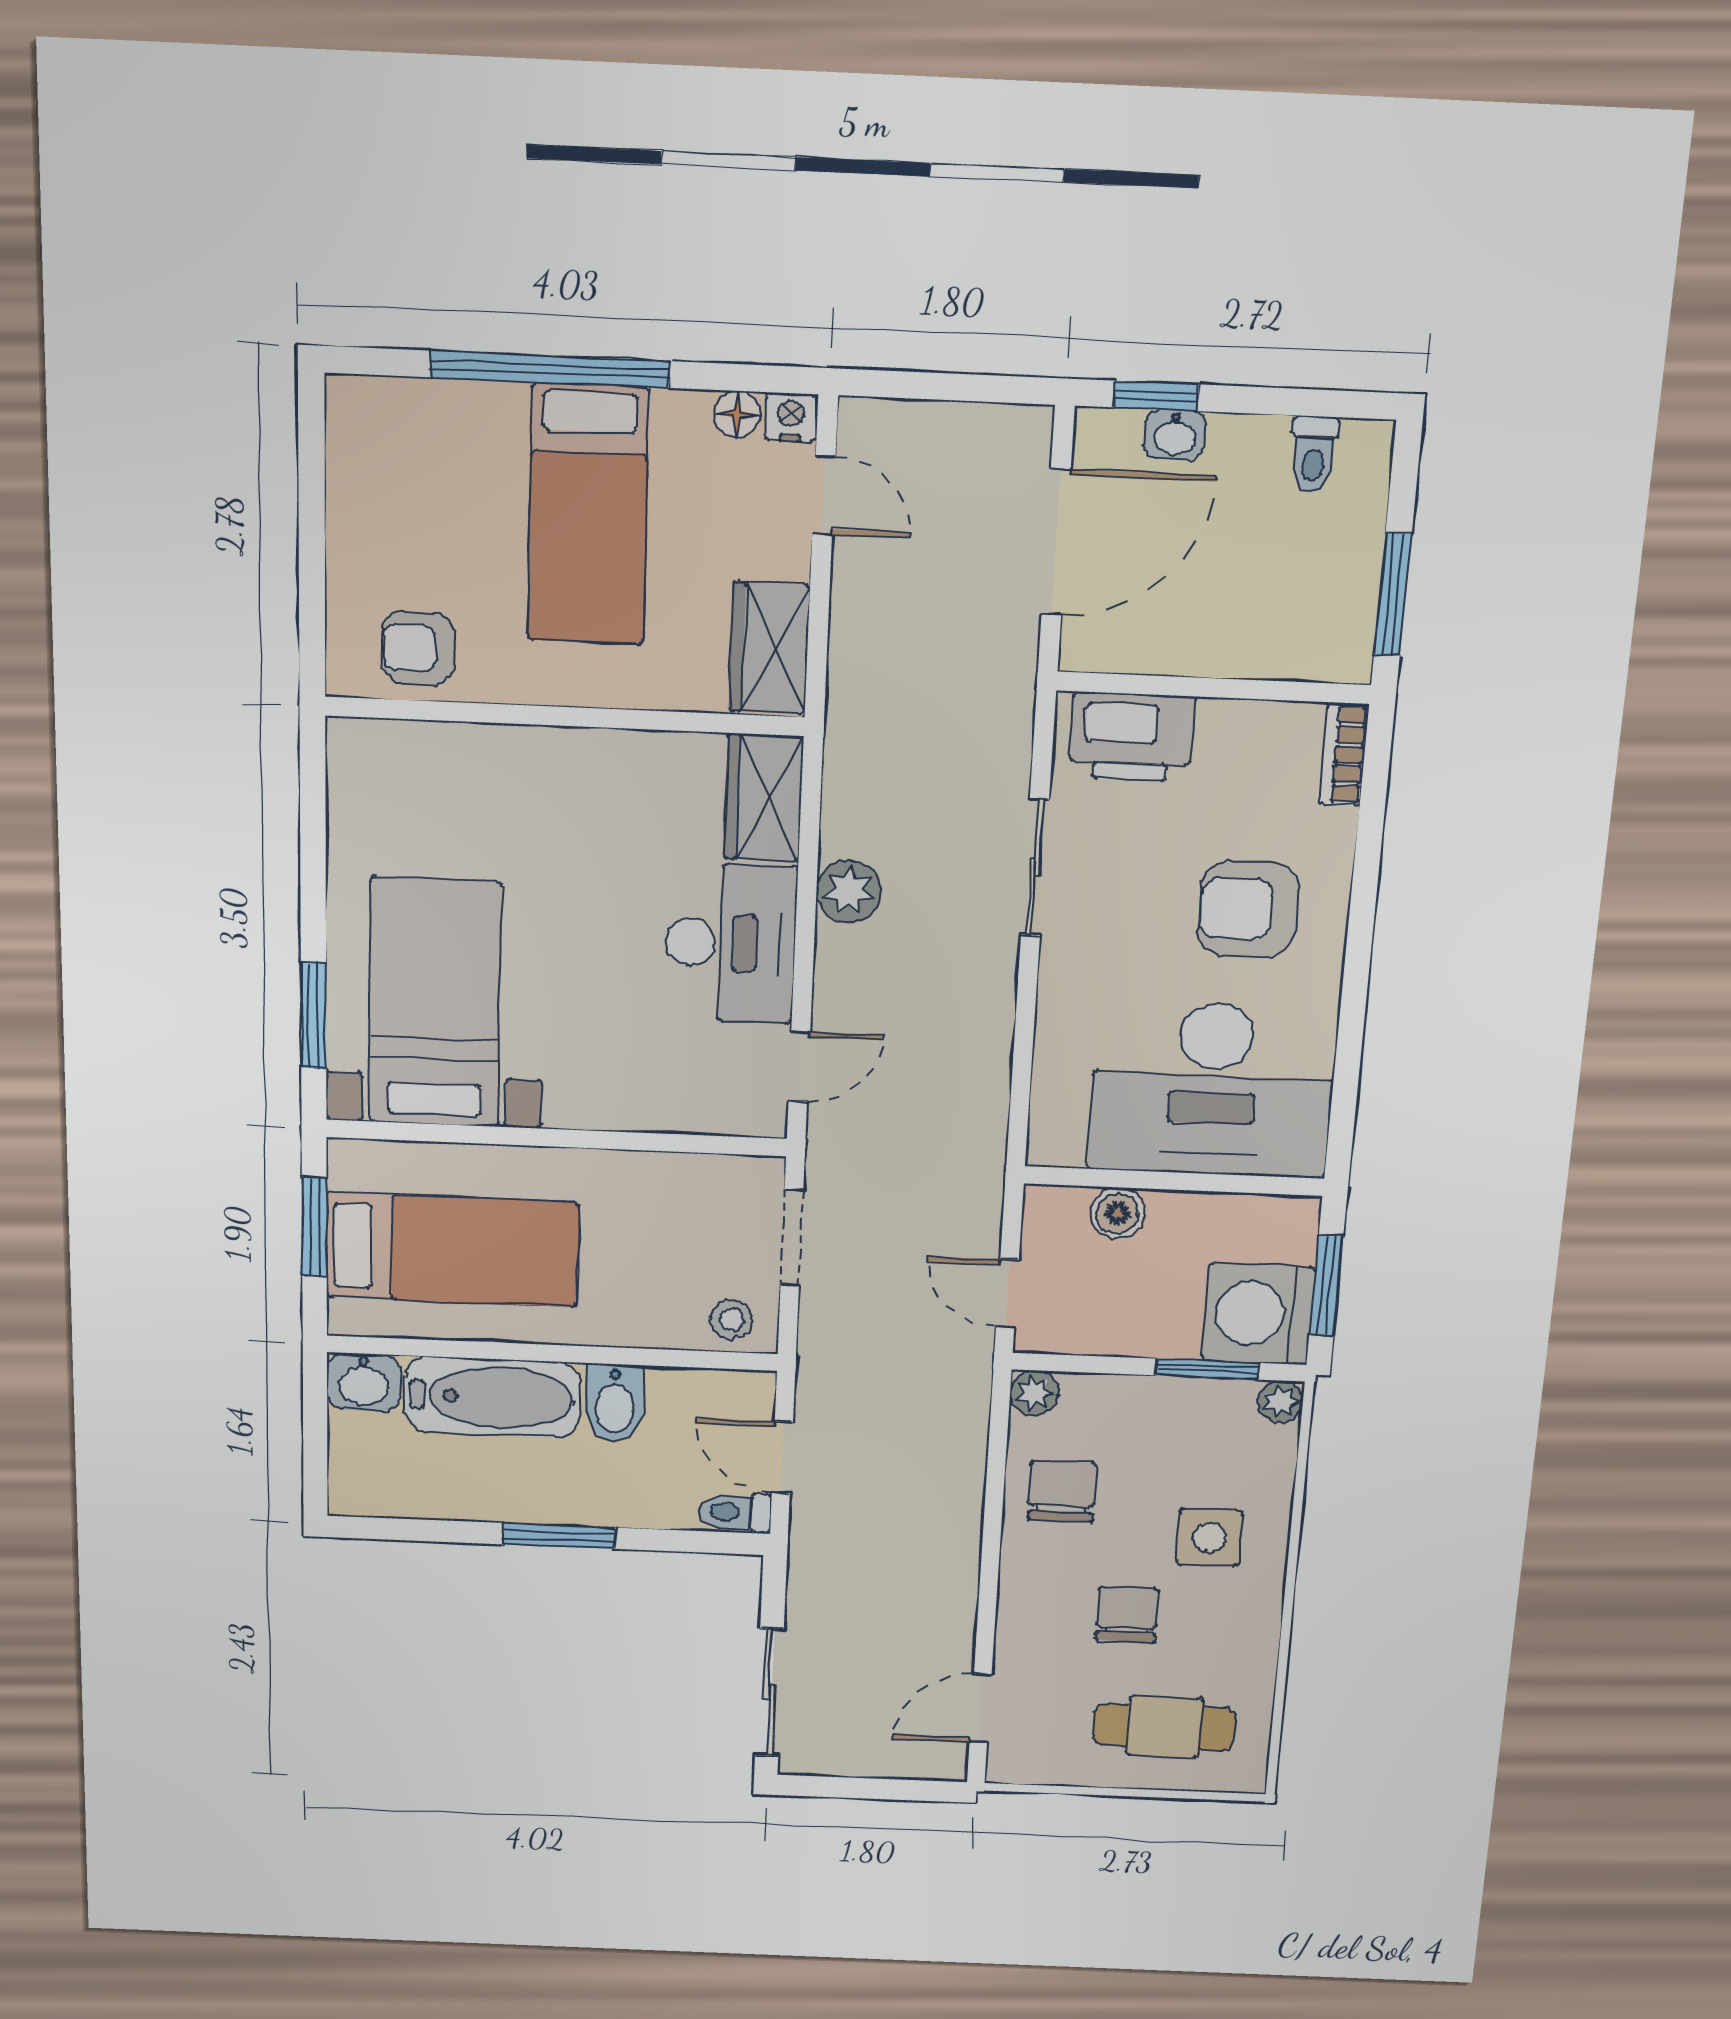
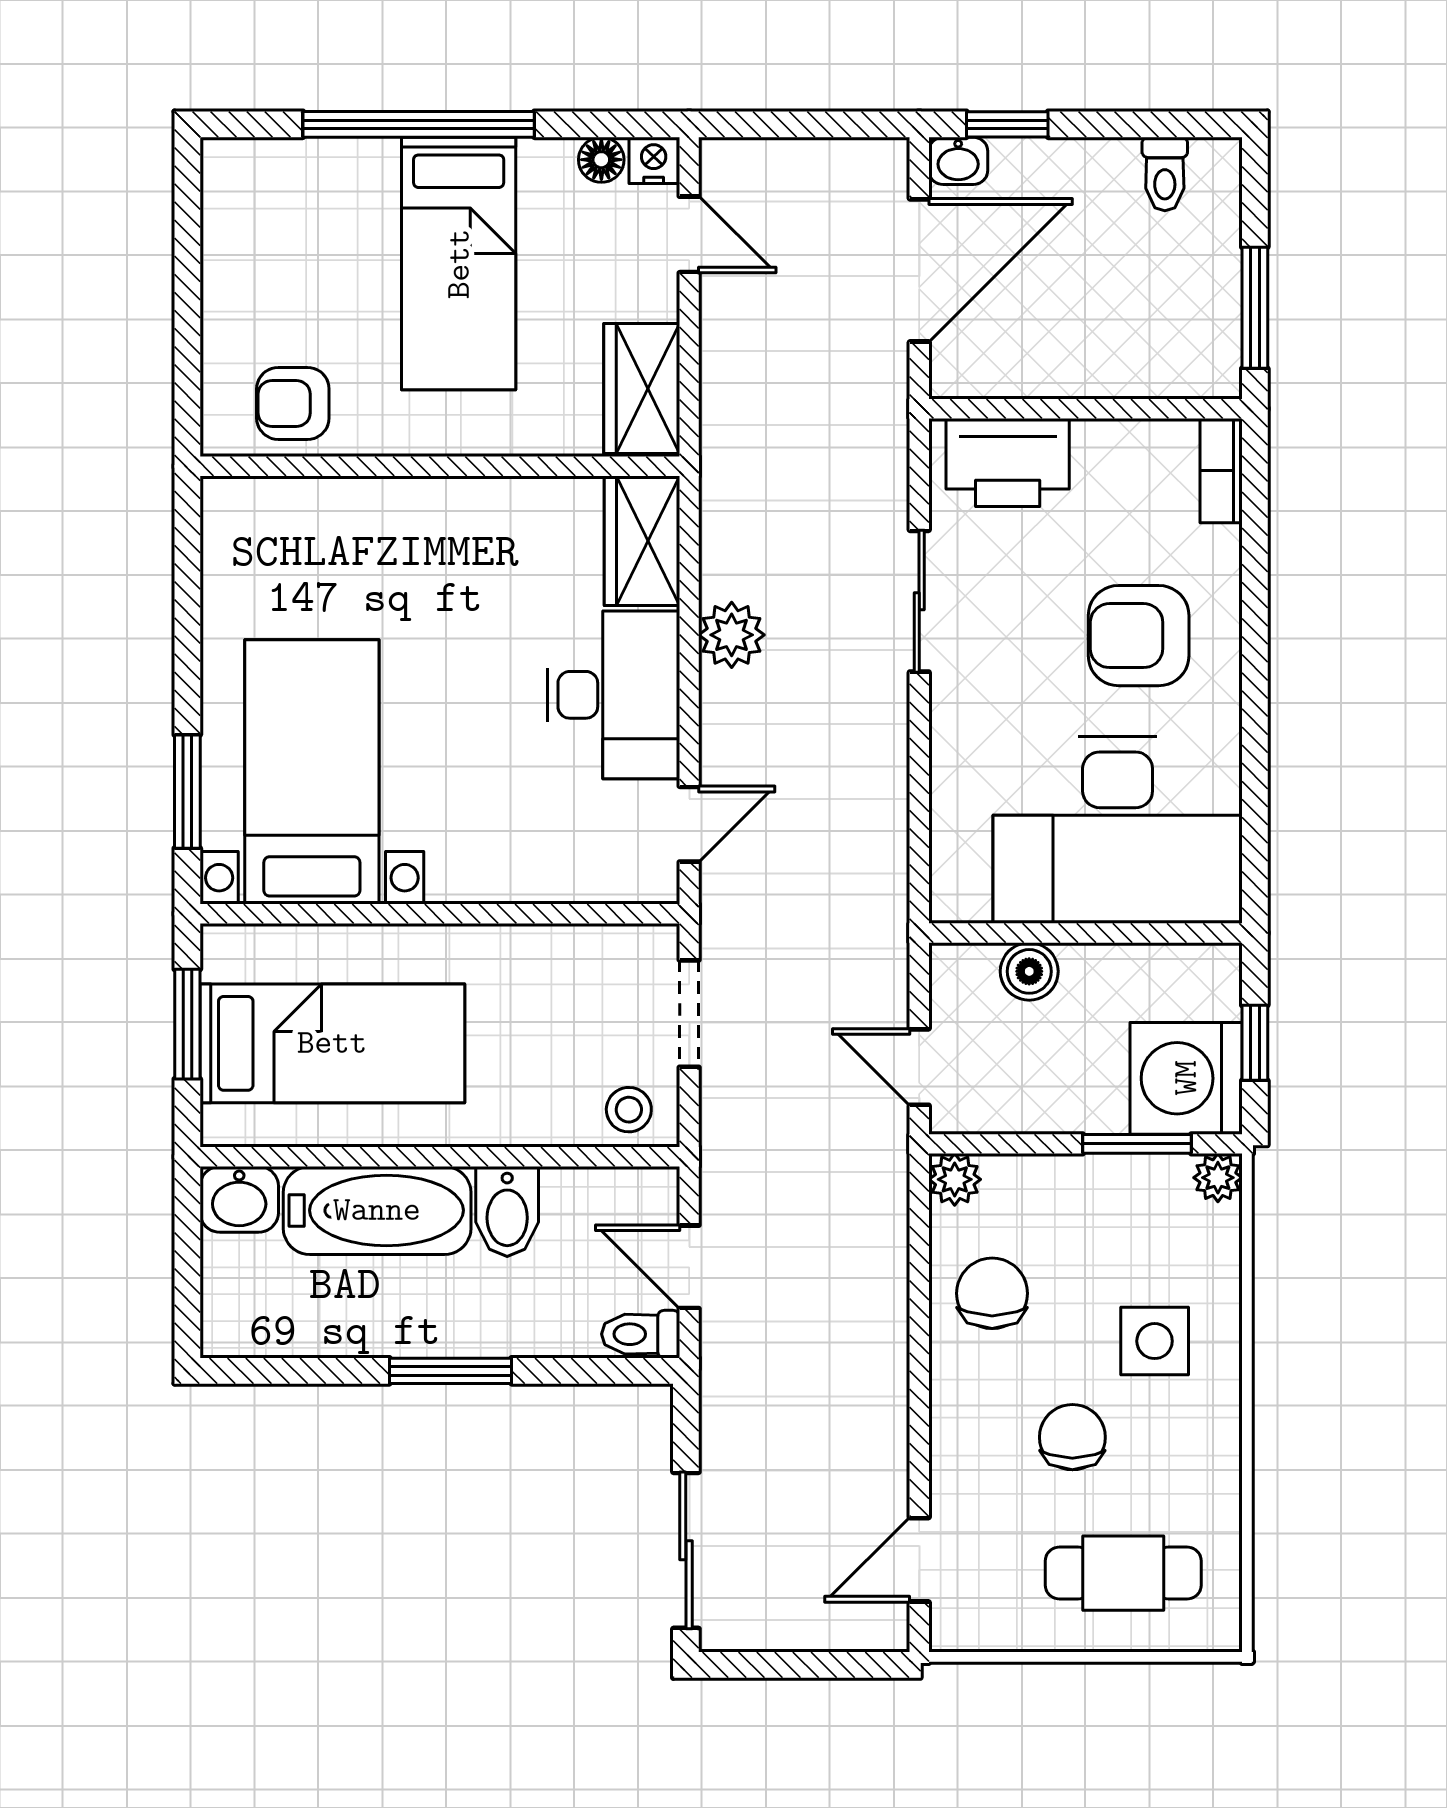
washbasin: (1175, 435) -> (958, 161), moved
window: (1326, 1286) -> (1255, 1043), width x0.67

